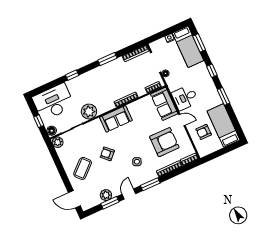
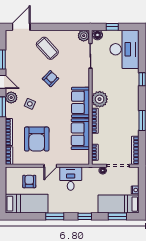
sofa: (164, 104) -> (80, 134), moved, turned -90
plant: (89, 112) -> (100, 99), moved
plant: (106, 195) -> (11, 98), moved

